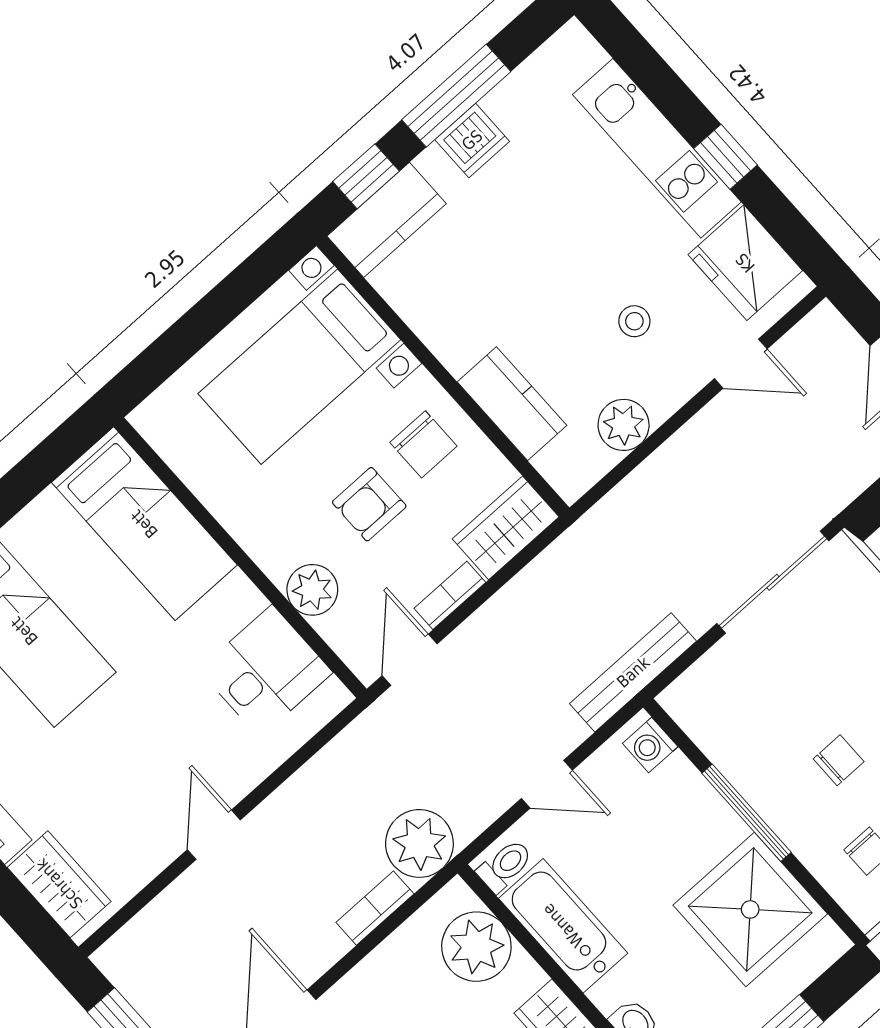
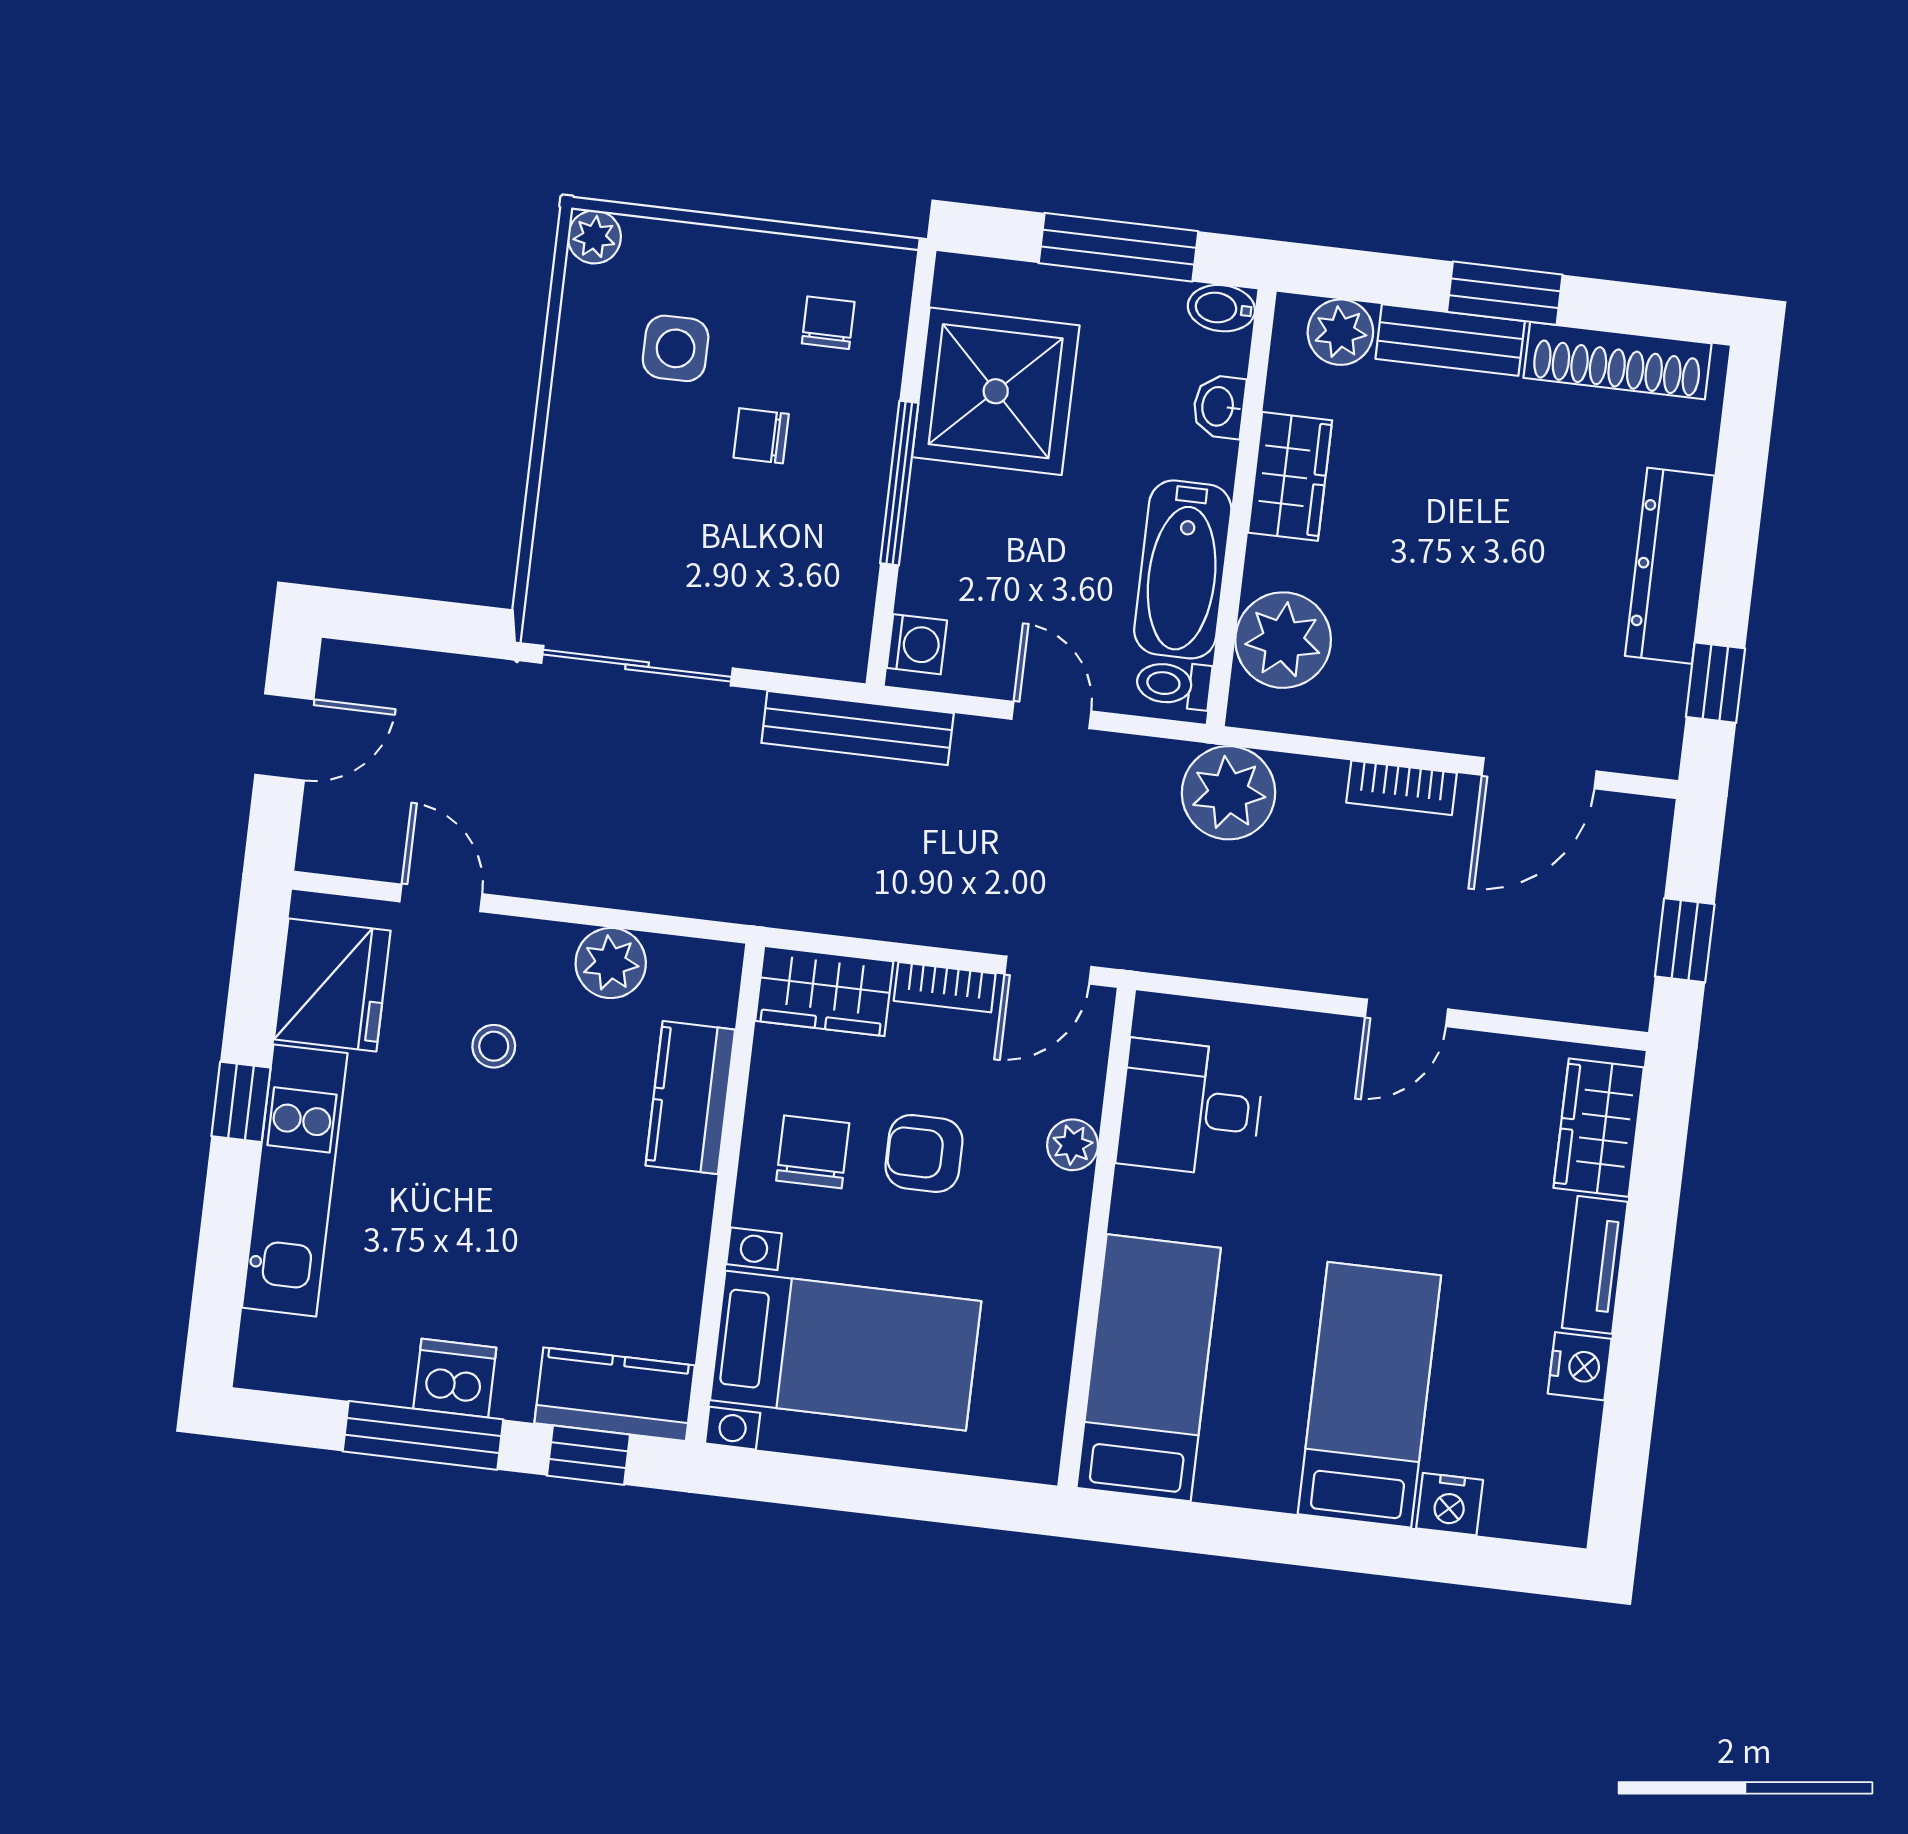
armchair: (369, 504) -> (924, 1153), turned 180
plant: (312, 590) -> (1073, 1145), width x0.73, depth x0.73
bookcase: (375, 908) -> (1402, 788), moved

